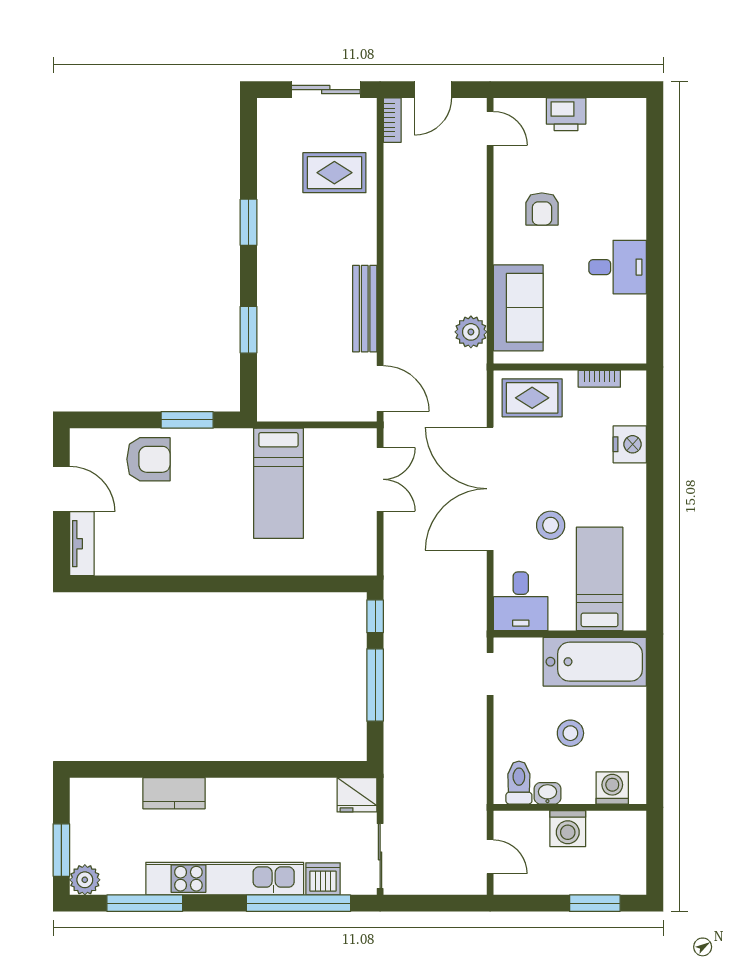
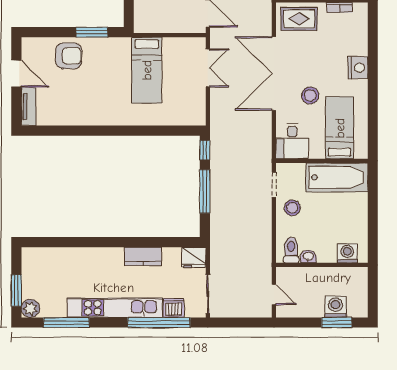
nightstand: (630, 444) -> (358, 68), moved
stool: (570, 733) -> (292, 208), moved
kitchen counter: (174, 793) -> (143, 256), moved
washing machine: (568, 829) -> (336, 307), moved, turned 180

